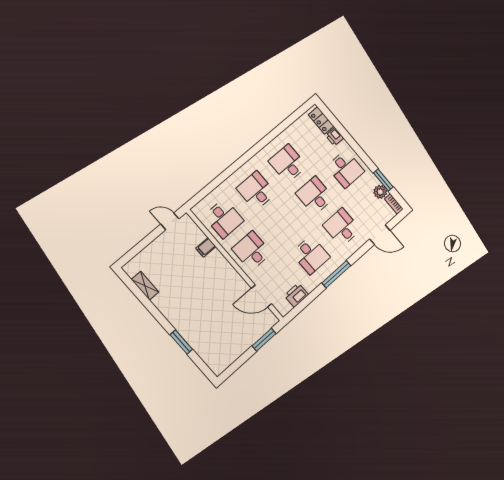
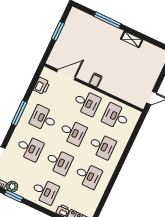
desk: (345, 169) -> (45, 191), turned 180
desk: (284, 223) -> (73, 132), added
filing cabinet: (206, 247) -> (96, 80), moved
shelving: (145, 286) -> (132, 39), moved
window: (264, 340) -> (58, 31), moved
window: (181, 342) -> (107, 20), width x1.44

